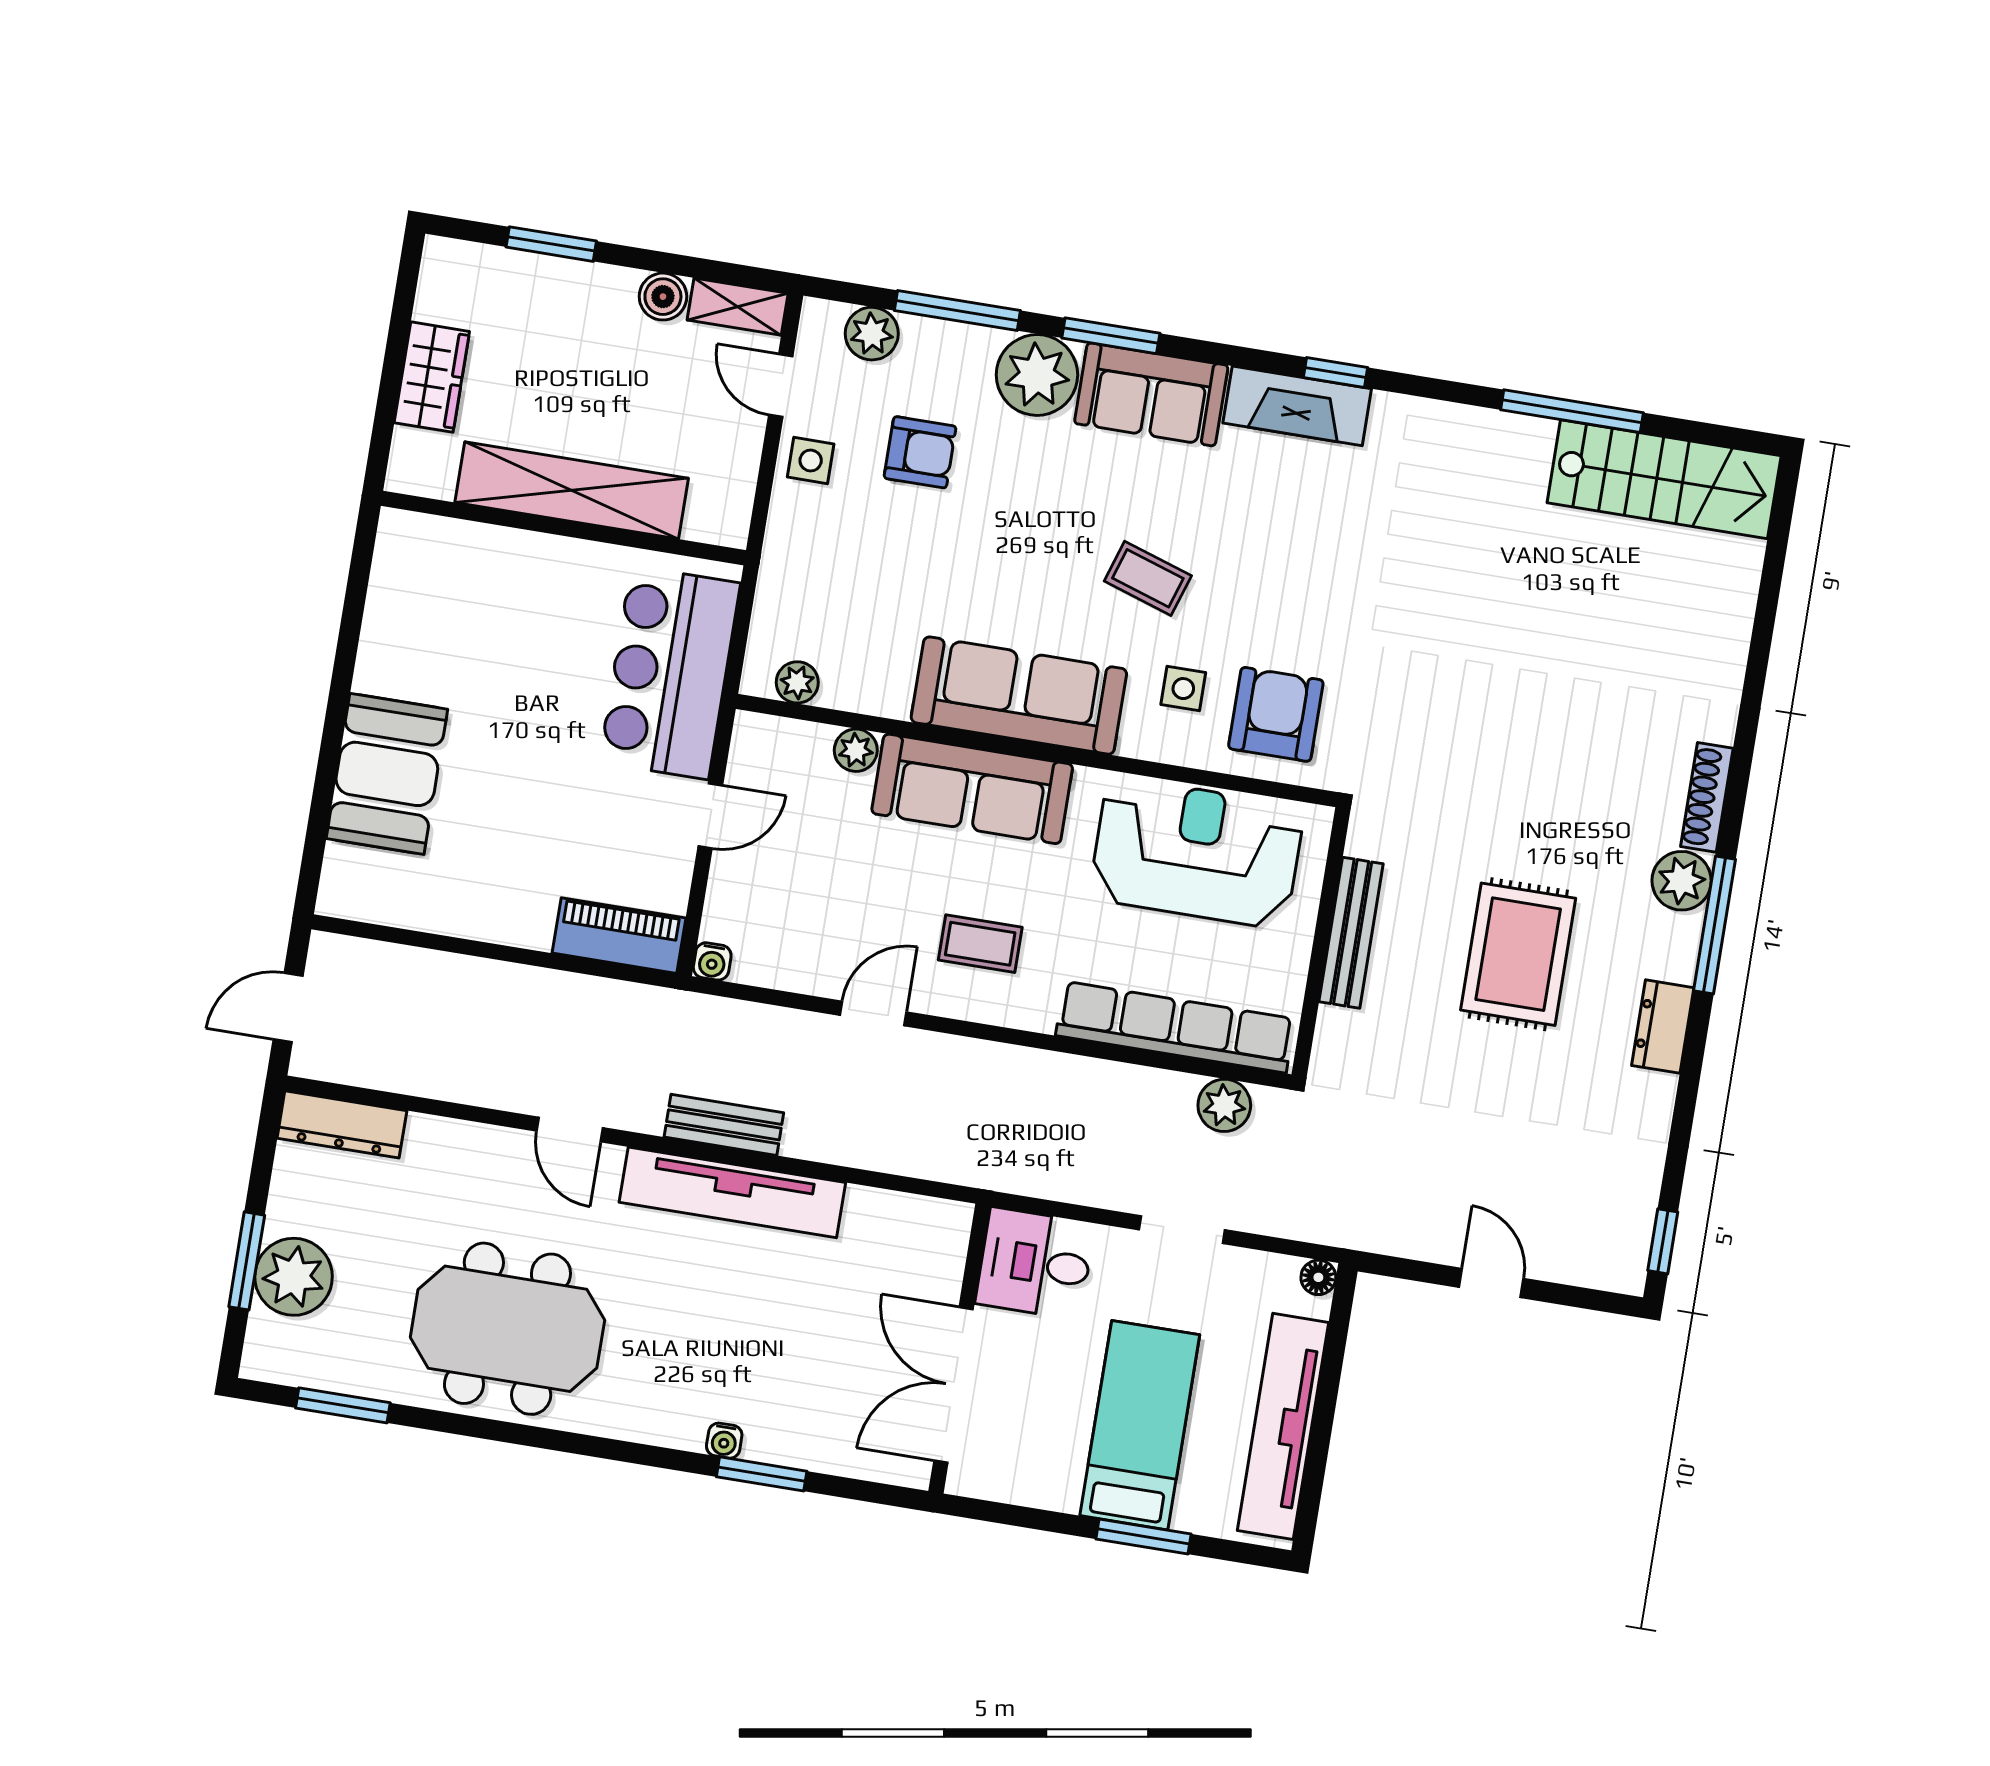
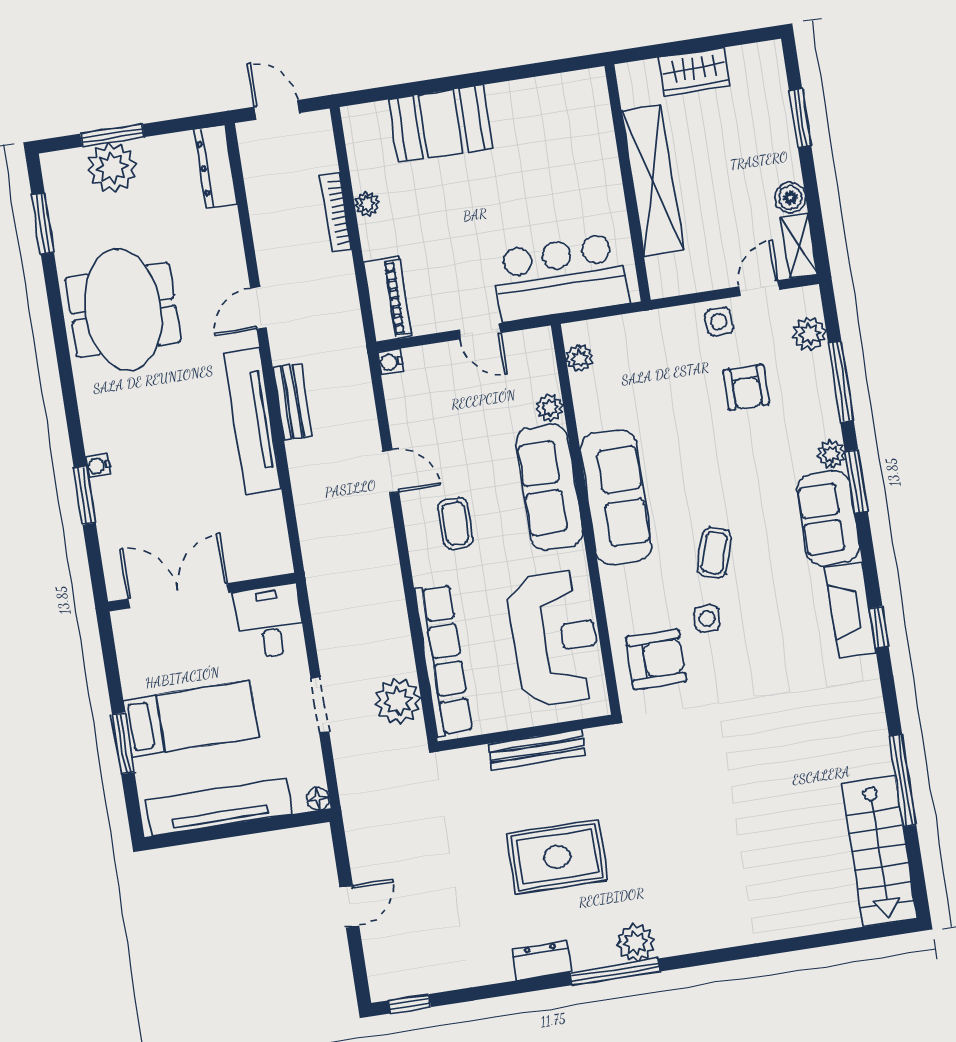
plant: (1037, 375) -> (831, 454), width x0.53, depth x0.53
side table: (1183, 689) -> (707, 619), moved
shoe rack: (1707, 797) -> (692, 942), removed
plant: (469, 920) -> (367, 204), added
bookcase: (467, 970) -> (336, 213), added
plant: (1224, 1105) -> (398, 701), width x1.36, depth x1.36

